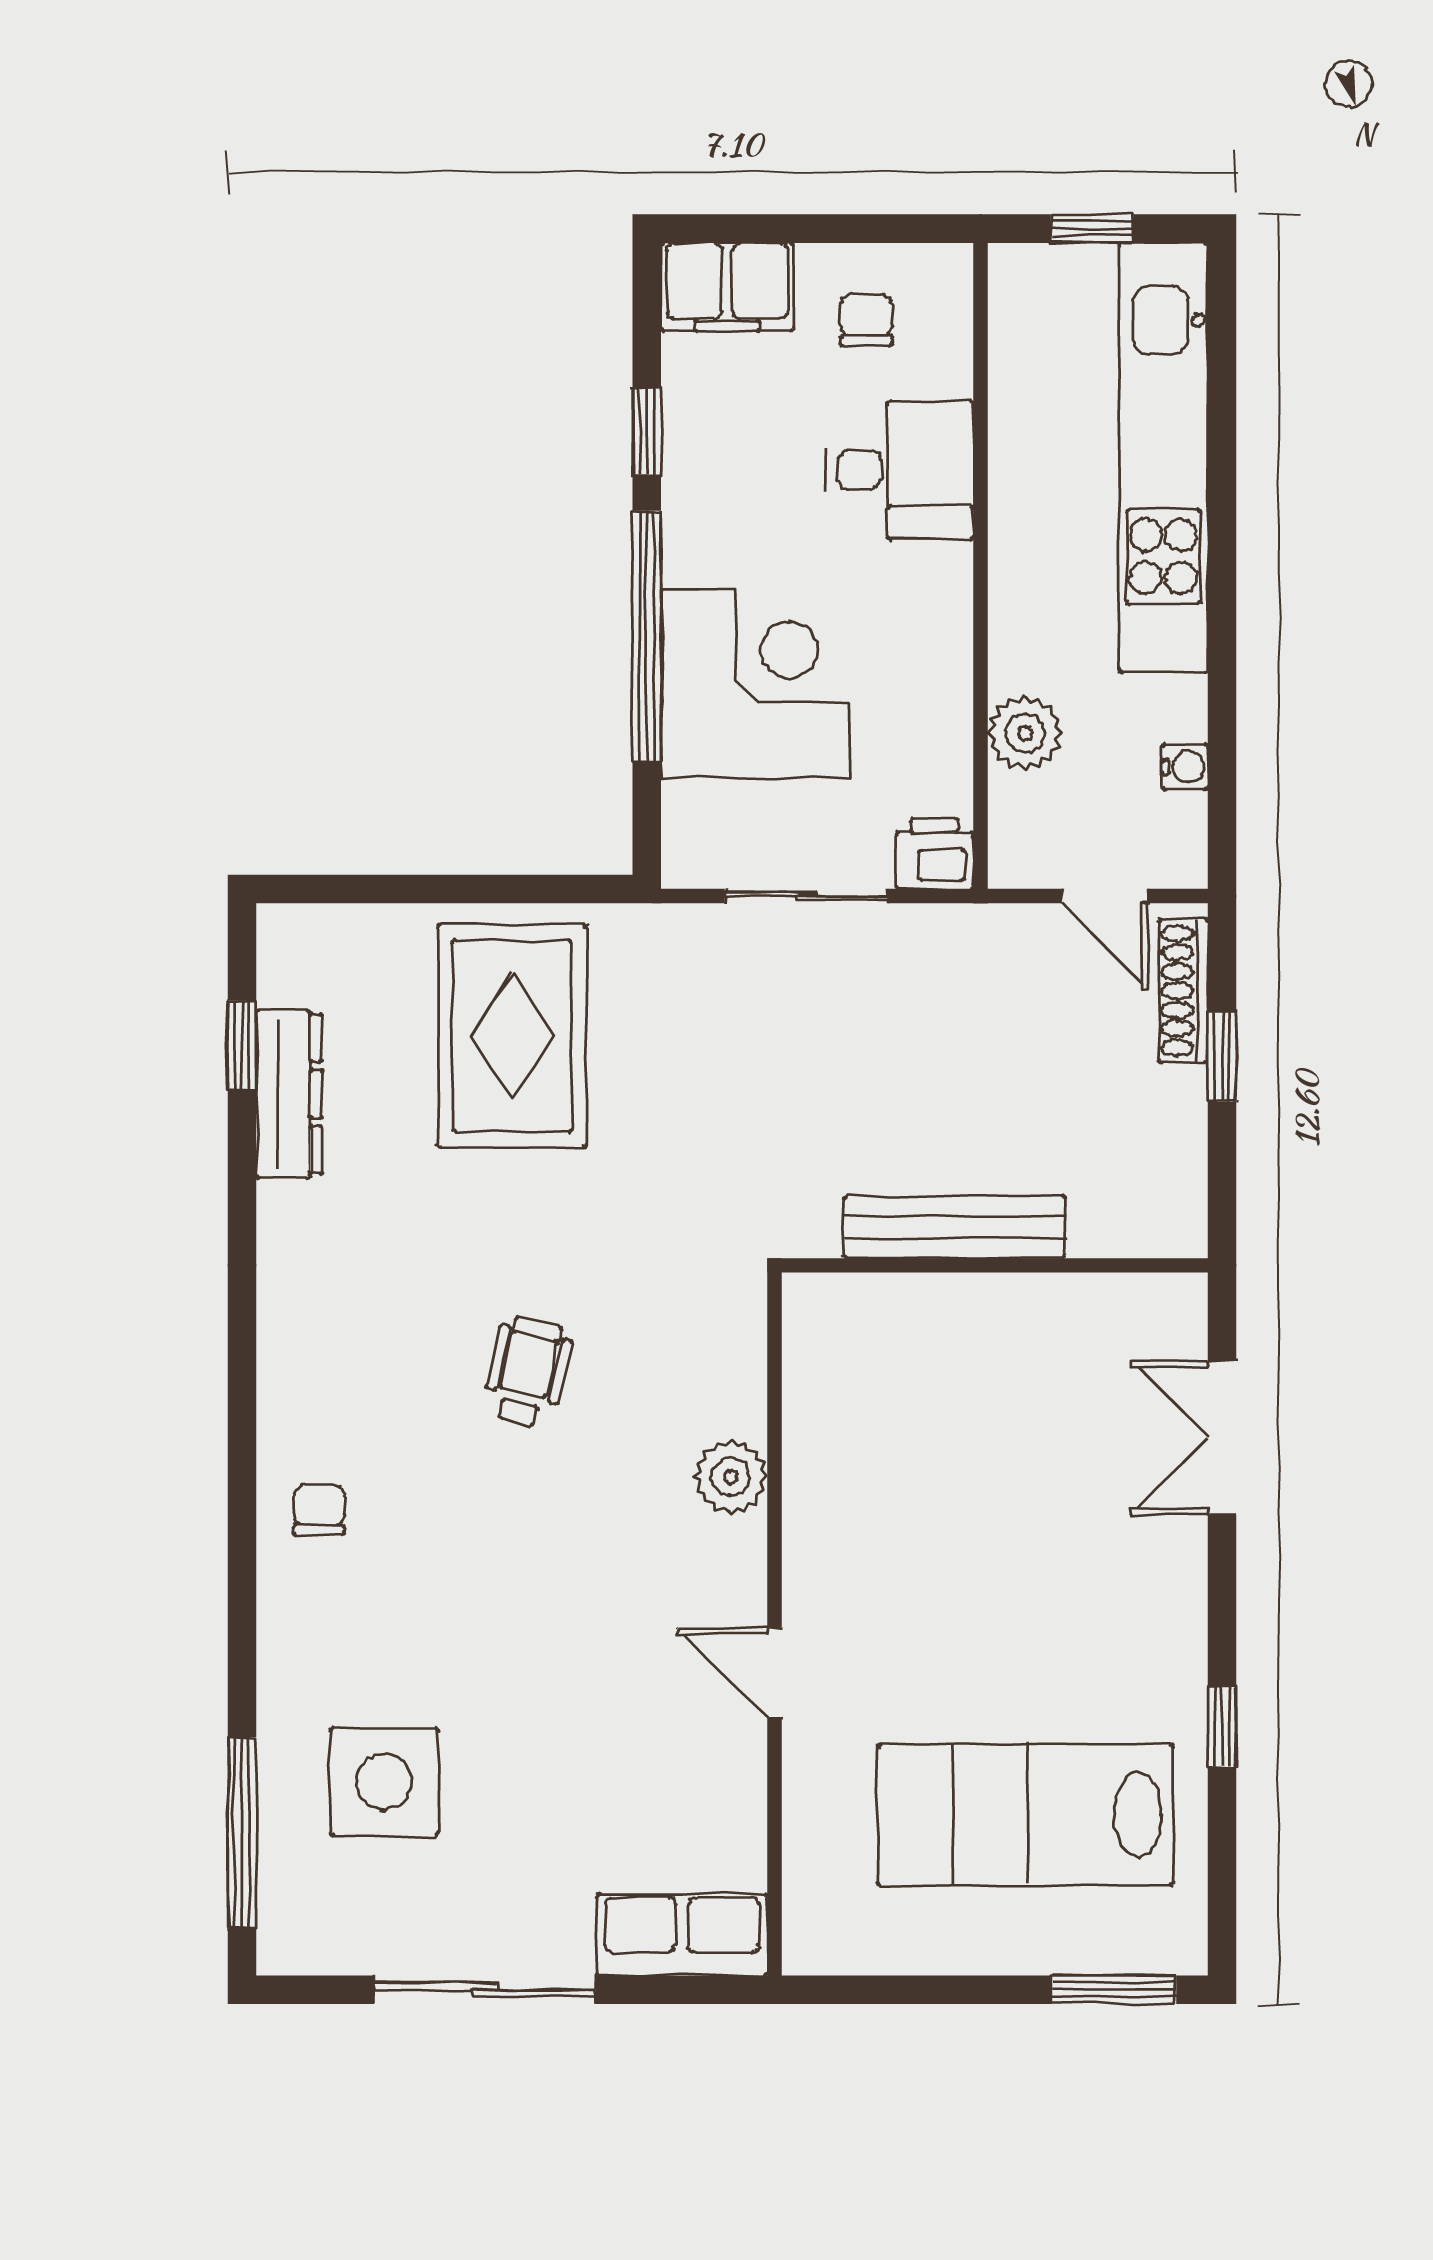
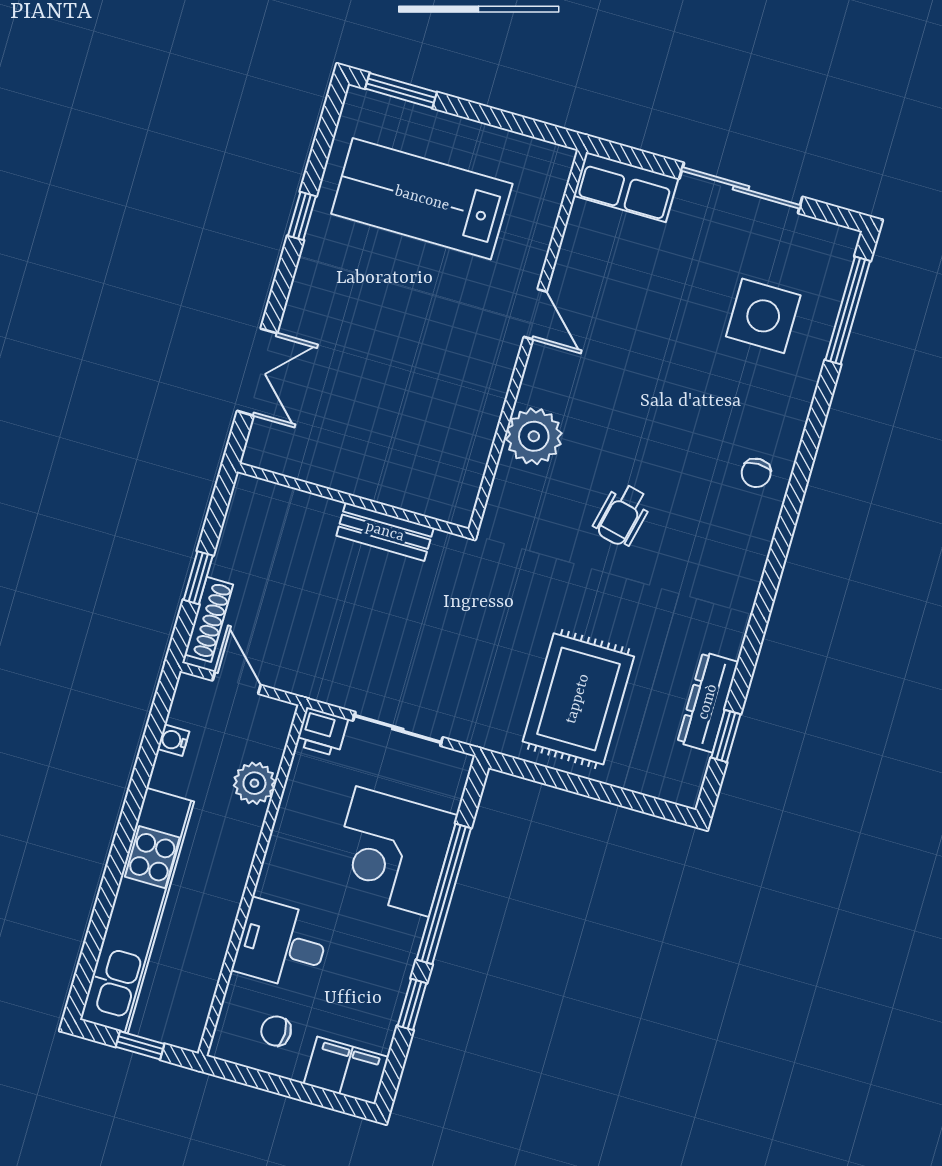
chair: (866, 320) -> (276, 1031), turned 90
bench: (954, 1227) -> (385, 532), width x0.73
plant: (731, 1477) -> (534, 436), width x1.36, depth x1.36
lab bench: (1025, 1815) -> (422, 199), turned 180

